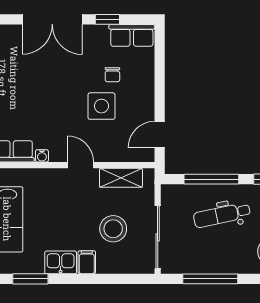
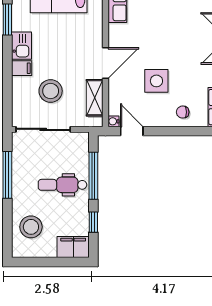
chair: (112, 75) -> (183, 112), moved
water cooler: (42, 156) -> (114, 121), moved
door: (81, 165) -> (105, 63), width x1.38
dental chair: (222, 215) -> (62, 185), turned -78

